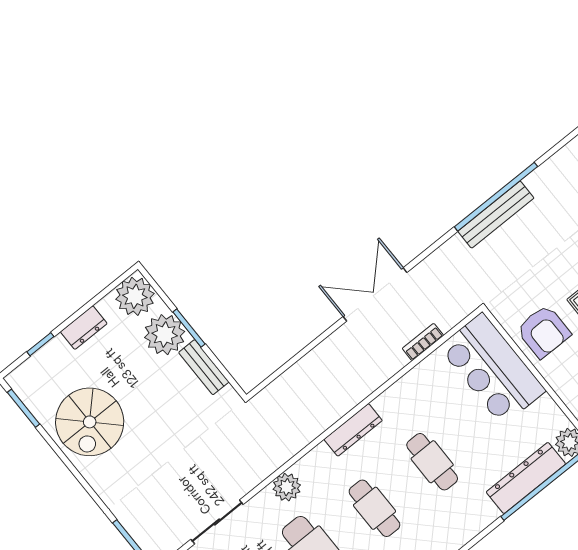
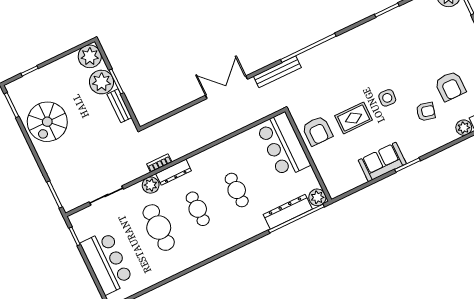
bench: (496, 215) -> (277, 72), moved
dresser: (84, 328) -> (56, 67), removed
bookcase: (423, 342) -> (159, 163), moved
dresser: (353, 430) -> (174, 172), moved

